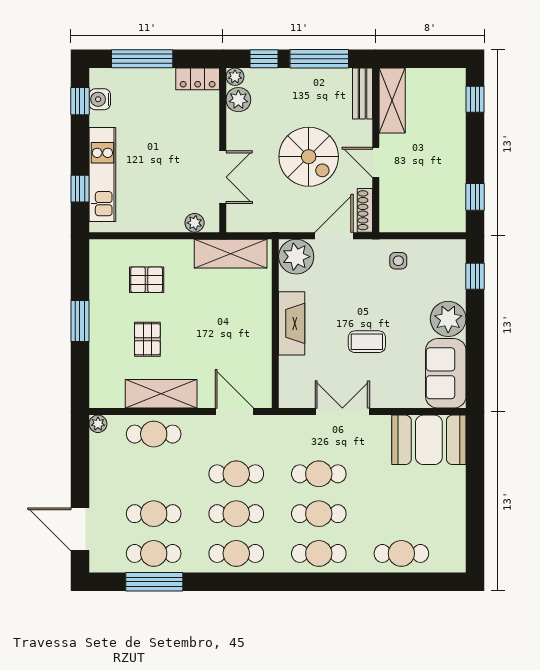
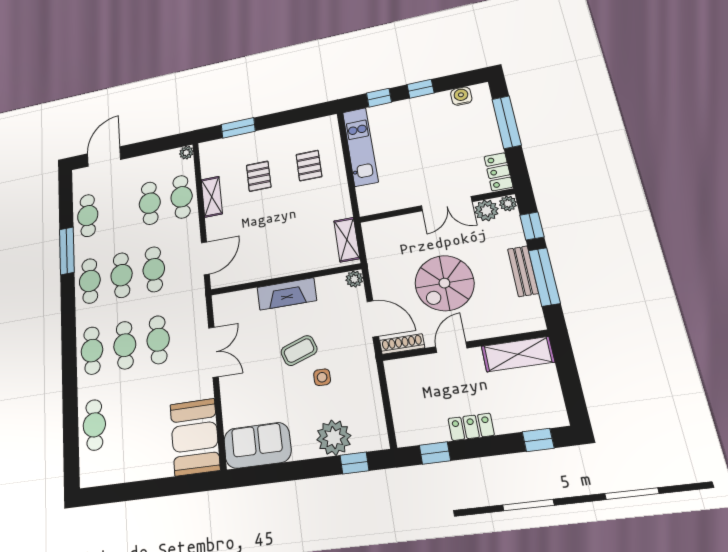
bench: (362, 94) -> (523, 271), moved, turned 90
window: (80, 101) -> (421, 89), moved
locker: (455, 158) -> (471, 427), added
kitchen unit: (102, 174) -> (360, 147), moved, turned -90
double door: (223, 177) -> (447, 204), moved
plant: (195, 223) -> (365, 195), removed
shelving: (231, 254) -> (347, 240), width x0.67, depth x0.75
plant: (296, 257) -> (354, 279), width x0.53, depth x0.53
side table: (398, 261) -> (322, 377), moved
plant: (448, 319) -> (334, 438), moved
window: (80, 321) -> (238, 128), moved
pallet: (147, 339) -> (259, 176), turned 90
coffee table: (367, 342) -> (299, 351), moved, turned 71
shelving: (161, 394) -> (212, 197), width x0.67, depth x0.75
cafe table: (154, 514) -> (150, 203), moved
window: (154, 582) -> (67, 251), moved

